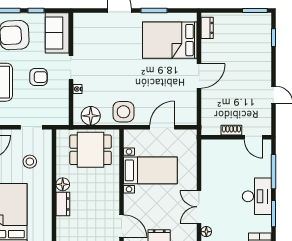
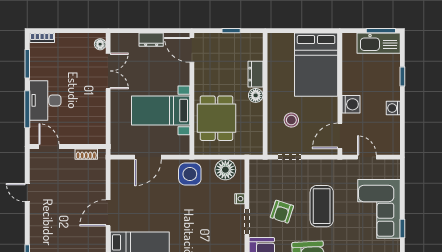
armchair: (38, 77) -> (282, 212), turned -72
shoe rack: (231, 130) -> (86, 154), moved
dining table: (91, 150) -> (216, 118), moved, turned 90
desk: (257, 196) -> (45, 100), moved

